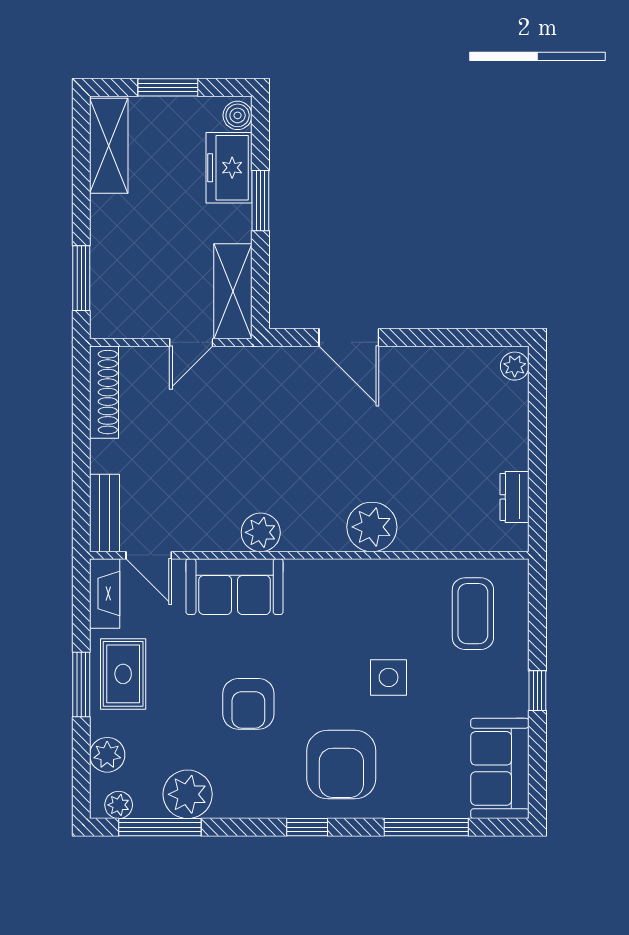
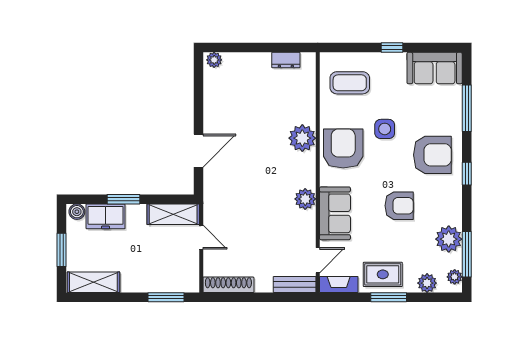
armchair: (353, 602) -> (343, 149), added

